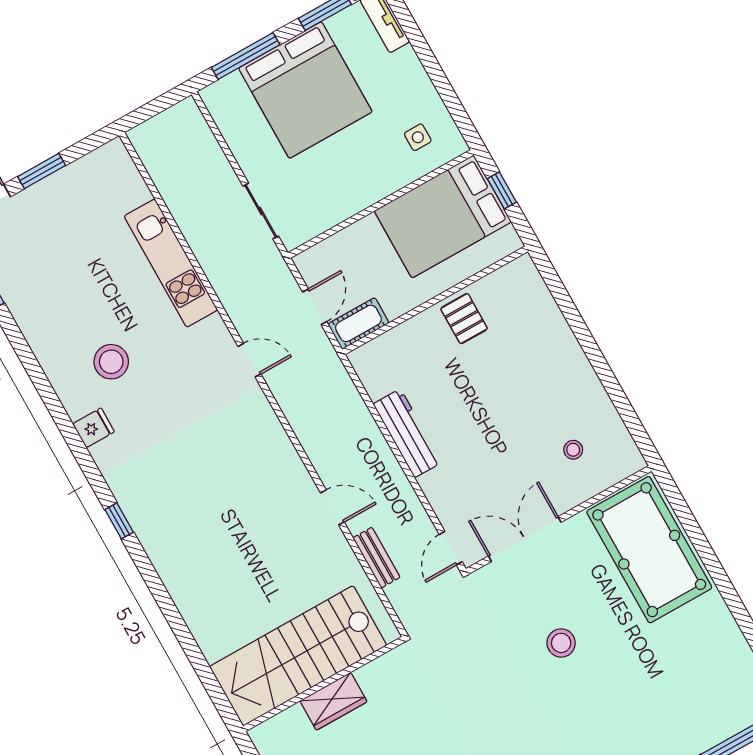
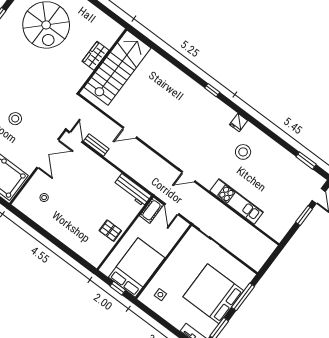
workbench: (407, 433) -> (133, 190), moved
bench: (376, 558) -> (96, 145), moved

